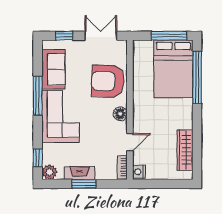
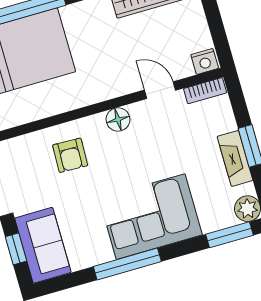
sofa: (53, 69) -> (43, 245), moved, turned 90
armchair: (108, 81) -> (70, 155), width x0.53, depth x0.53
window: (38, 158) -> (230, 235), width x1.50

